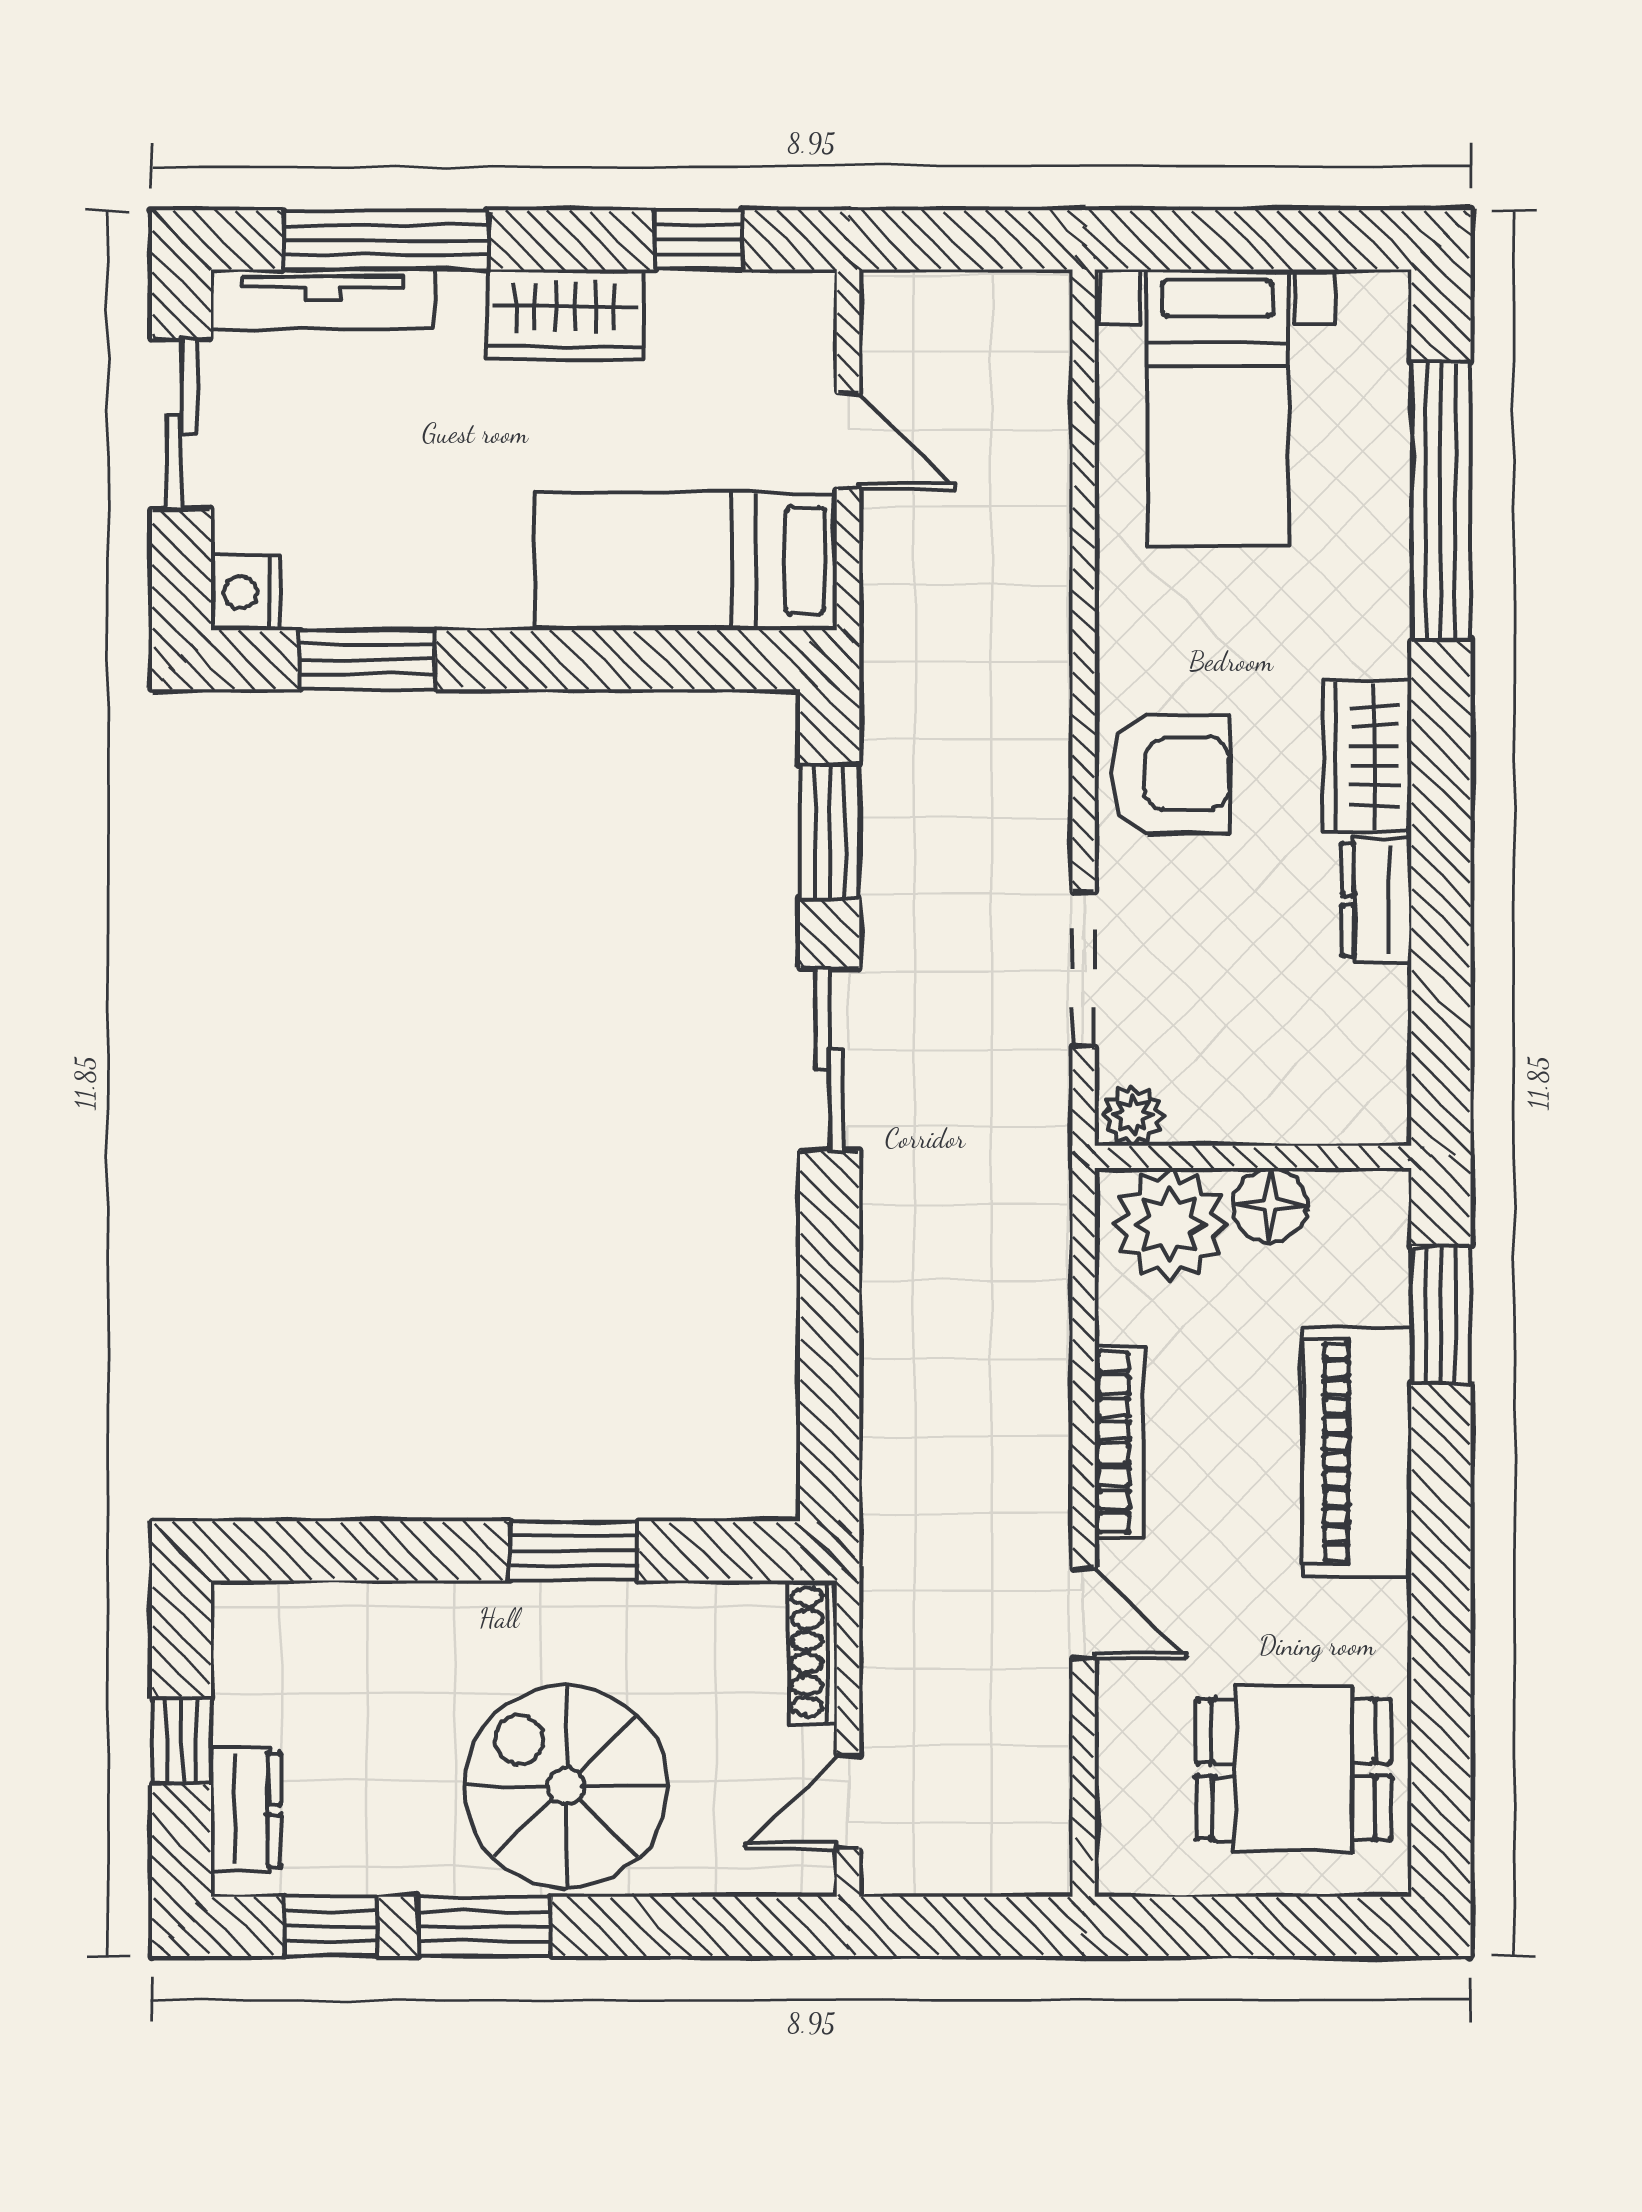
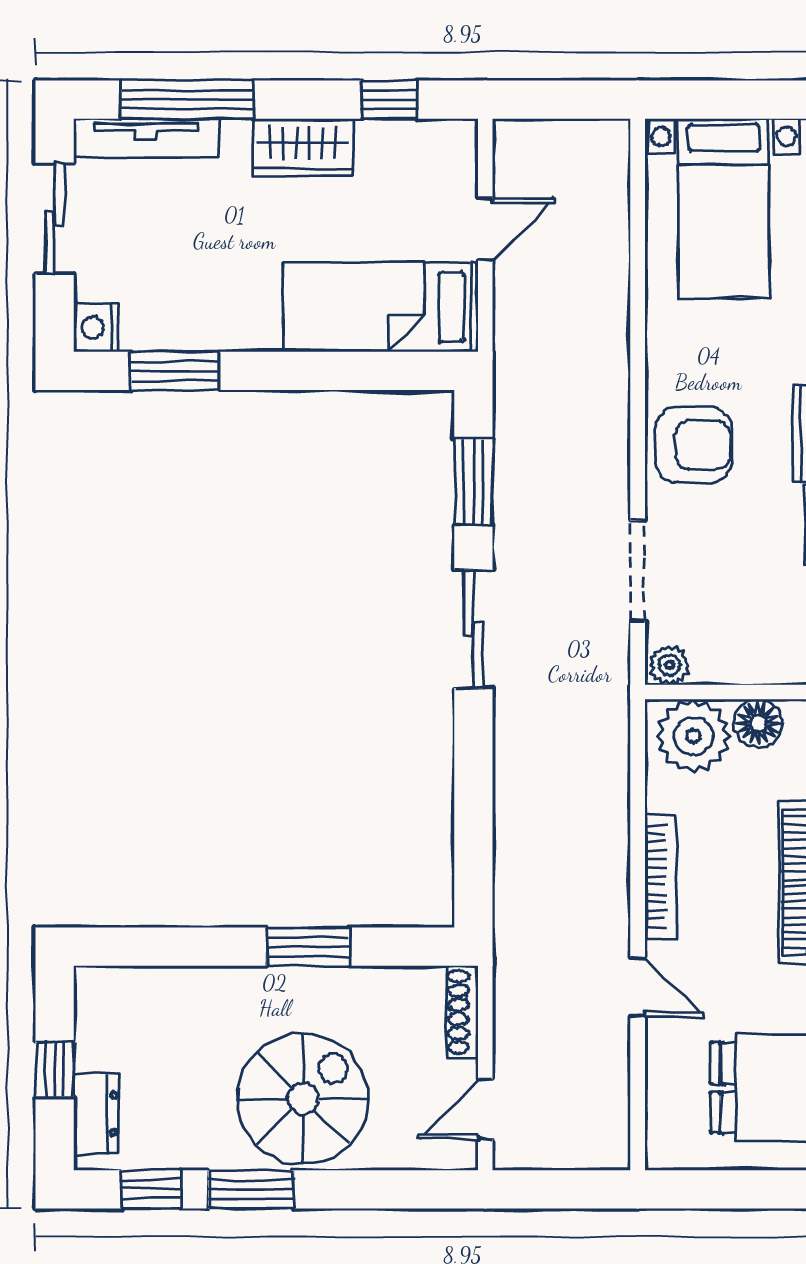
door: (848, 441) -> (485, 230), hinge flipped
spiral stairs: (566, 1786) -> (303, 1099), turned 90

